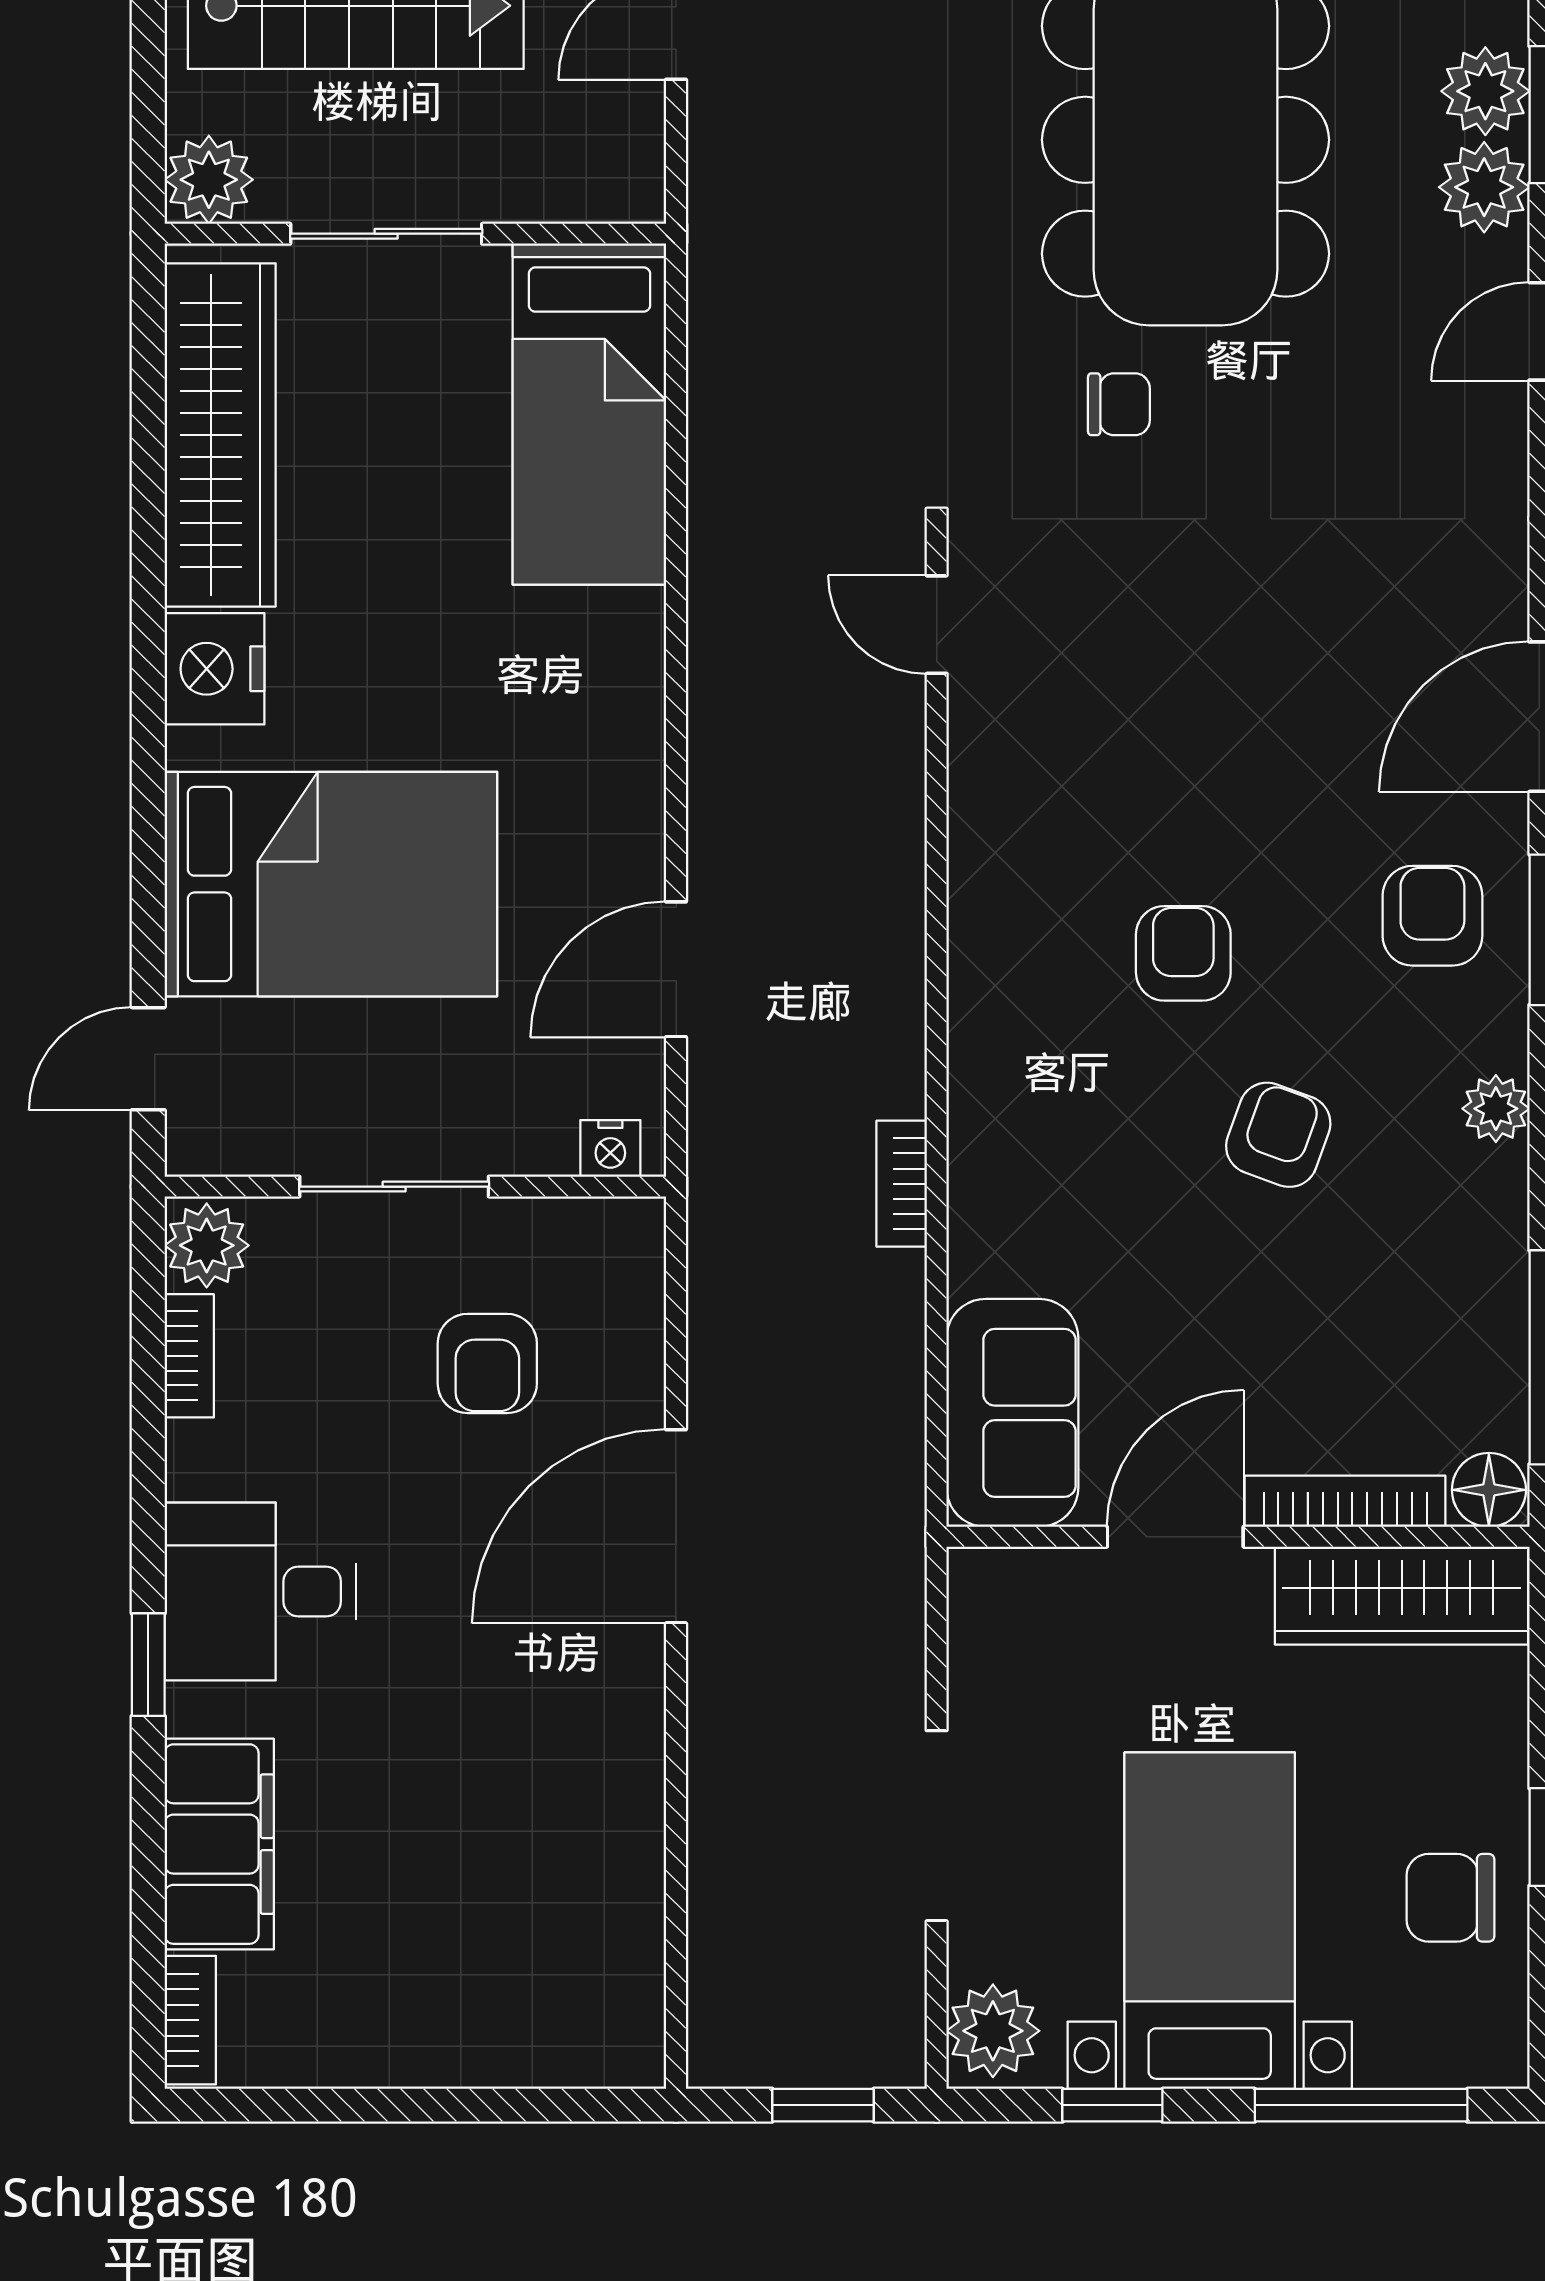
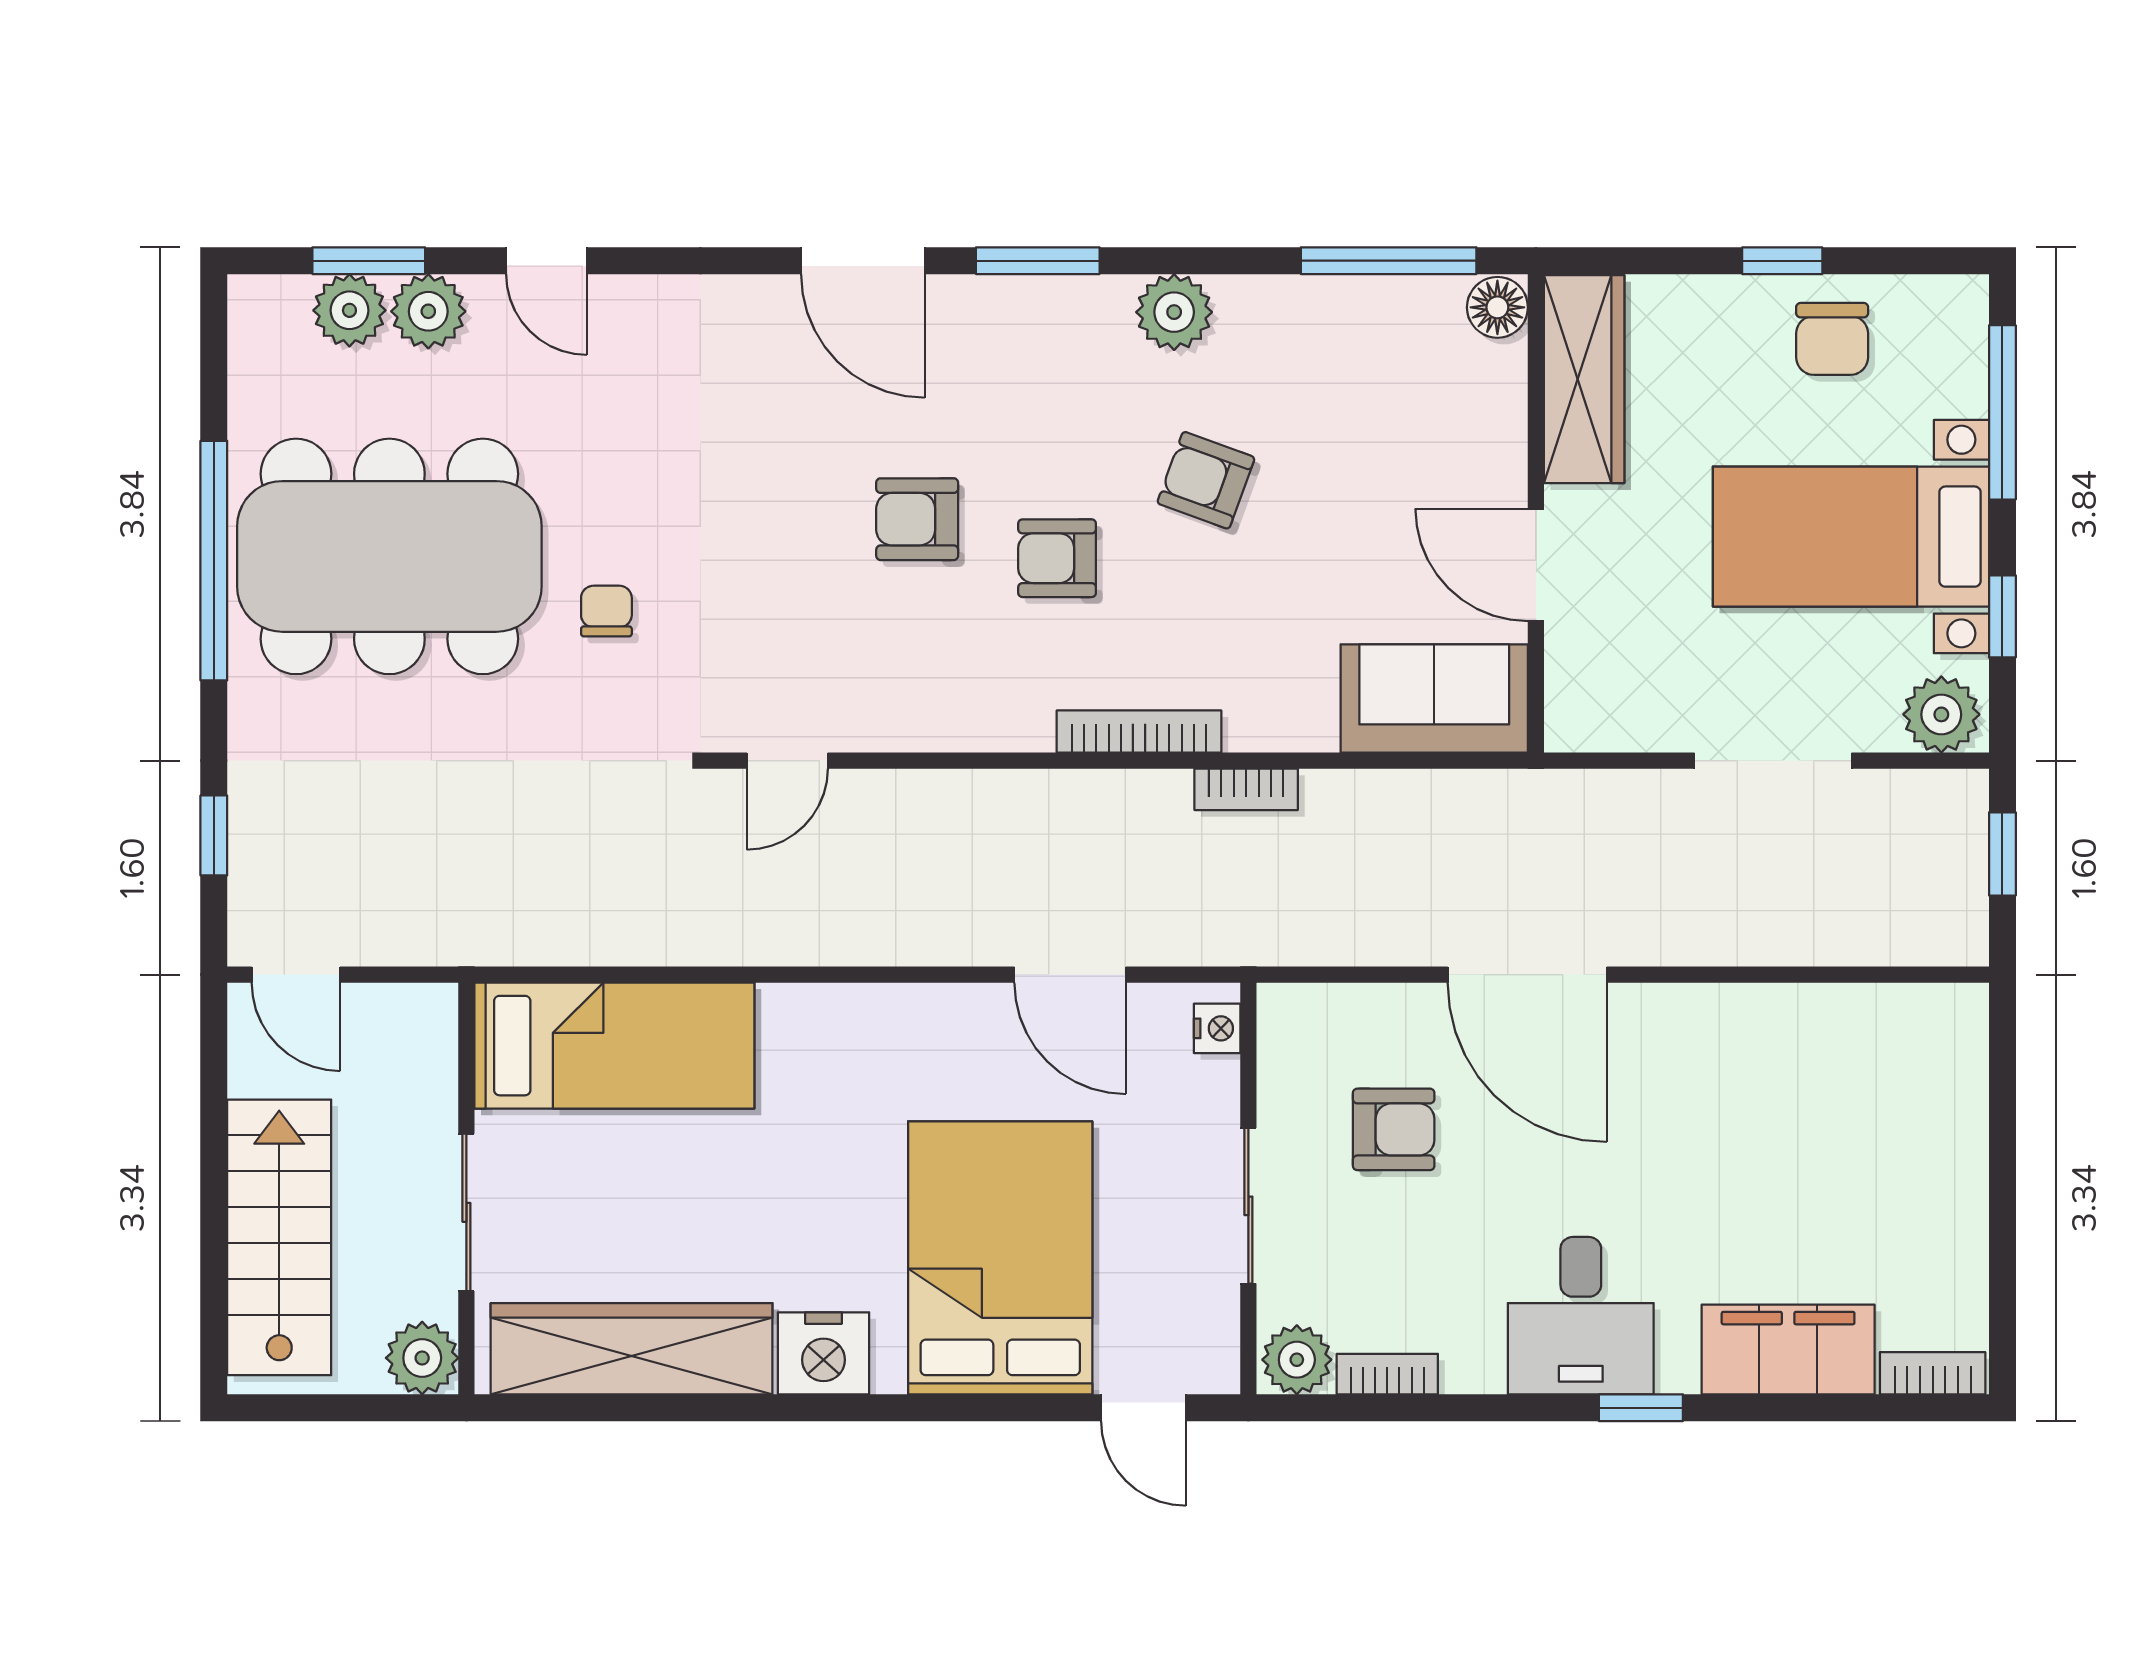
armchair: (1432, 916) -> (917, 519), moved
plant: (1496, 1109) -> (1174, 312), width x1.38, depth x1.38
bookcase: (1345, 1501) -> (1139, 732), moved, turned 90

